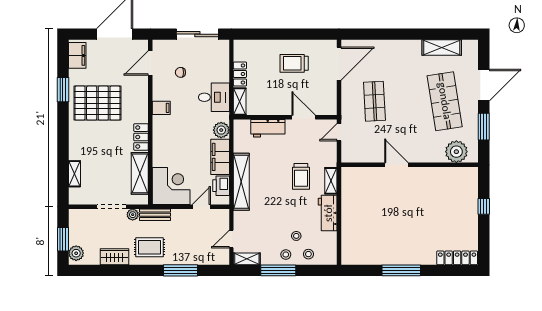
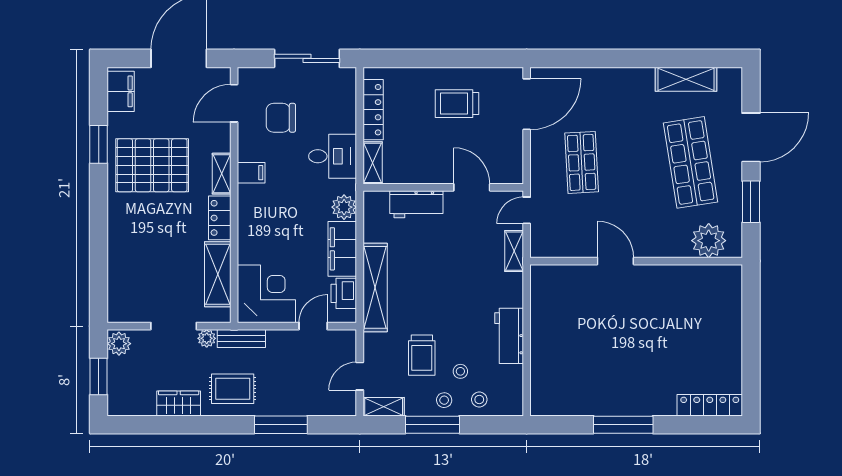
chair: (180, 72) -> (281, 118), width x1.87, depth x1.87
locker: (240, 74) -> (373, 110), width x1.53
shelving: (74, 174) -> (222, 174), moved
trolley: (301, 176) -> (422, 355), moved
shelving: (331, 181) -> (514, 251), moved
window: (484, 206) -> (751, 326), removed
plant: (76, 253) -> (119, 344), moved

